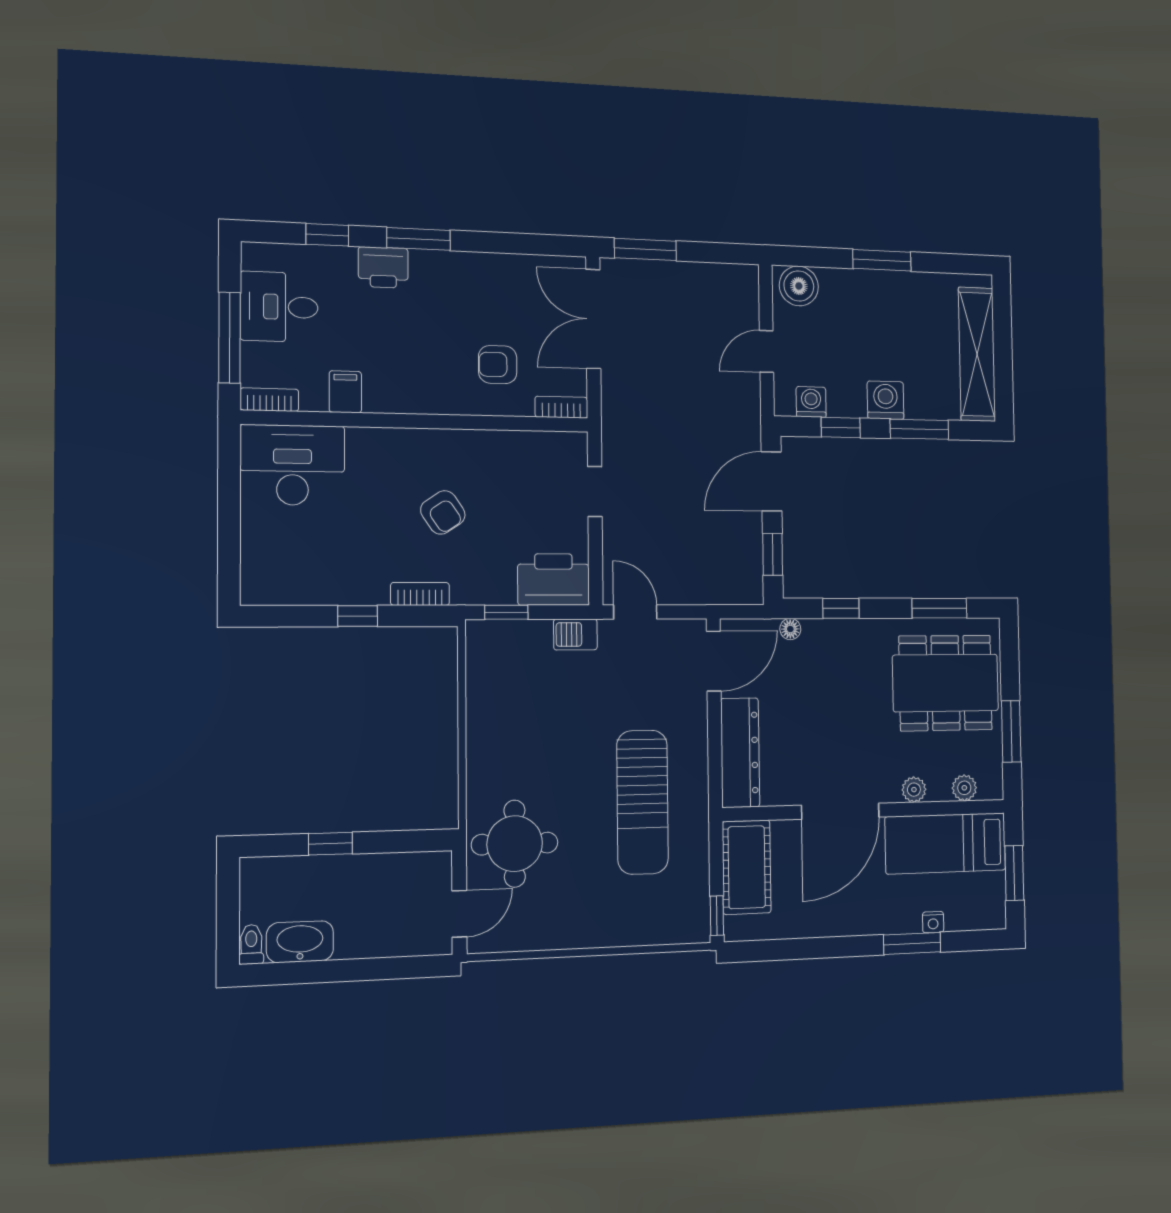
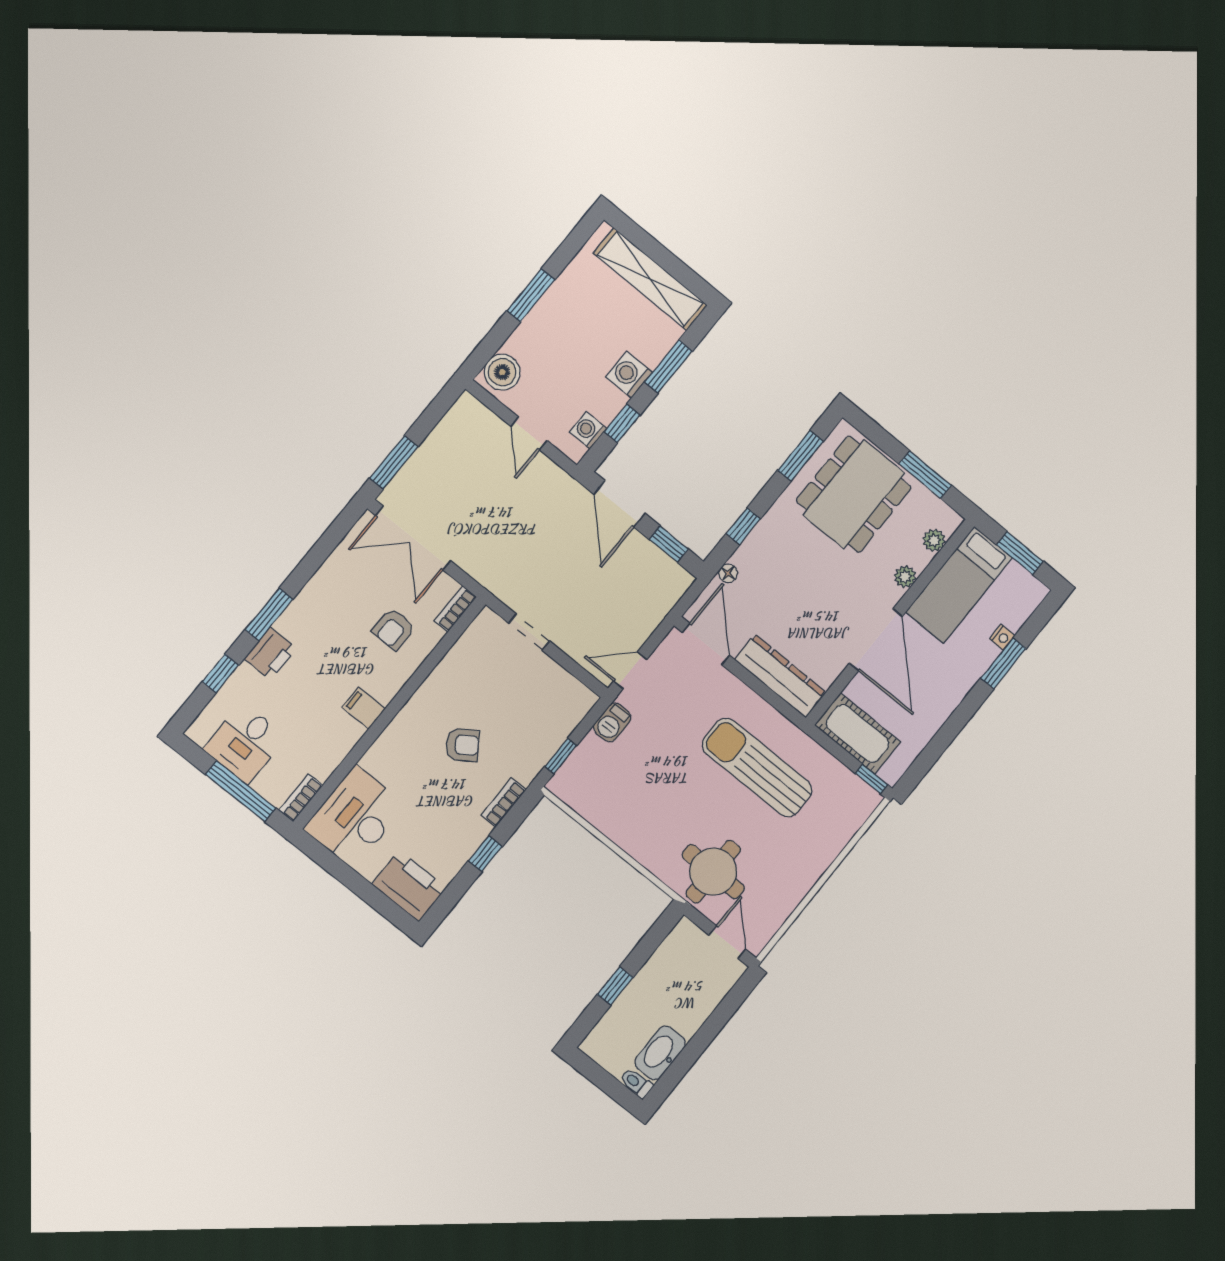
filing cabinet: (345, 392) -> (364, 708), moved
printer: (554, 580) -> (409, 886), moved, turned 90
sun lounger: (642, 802) -> (757, 768), turned 180

